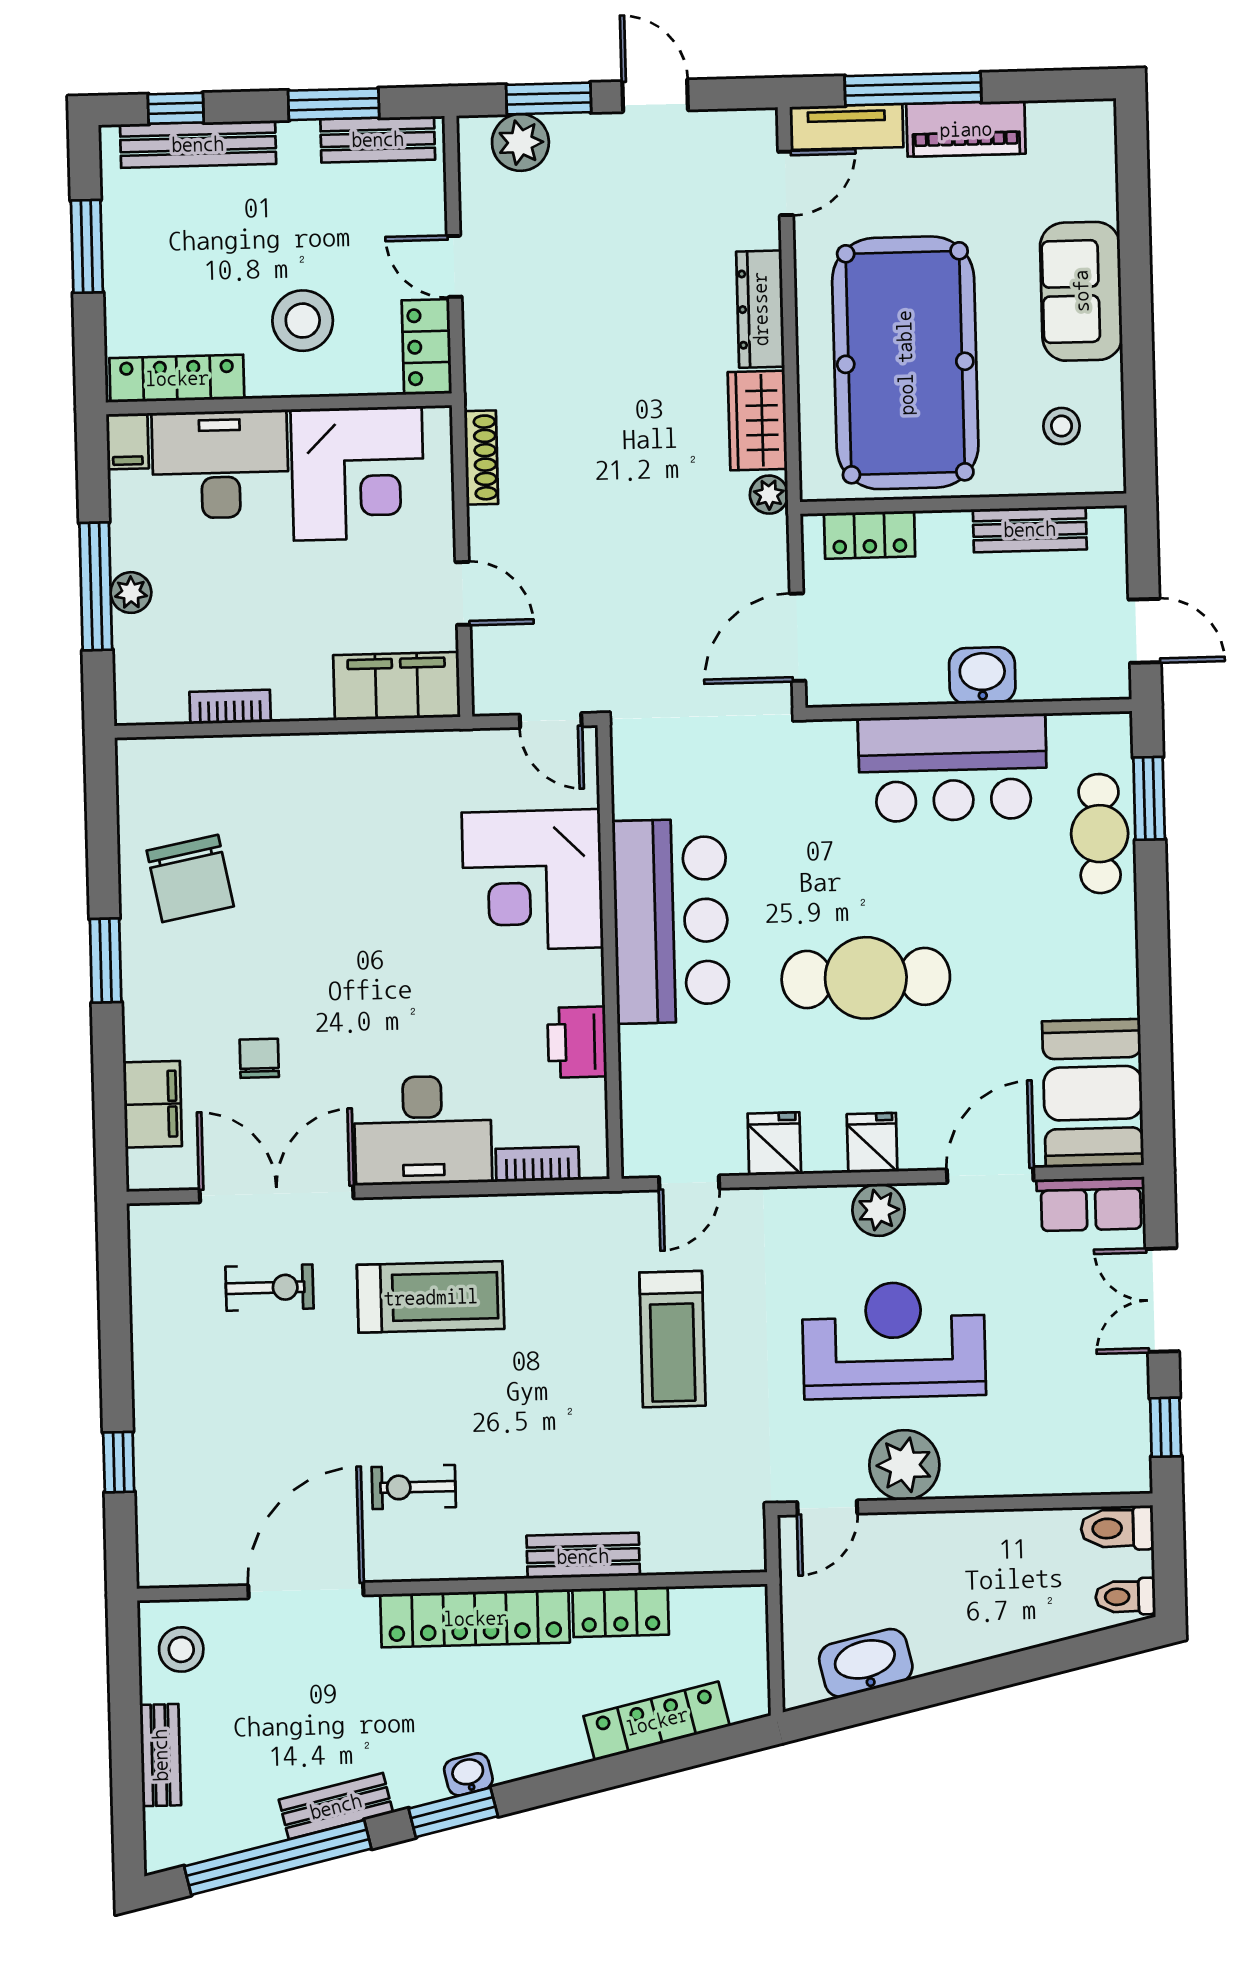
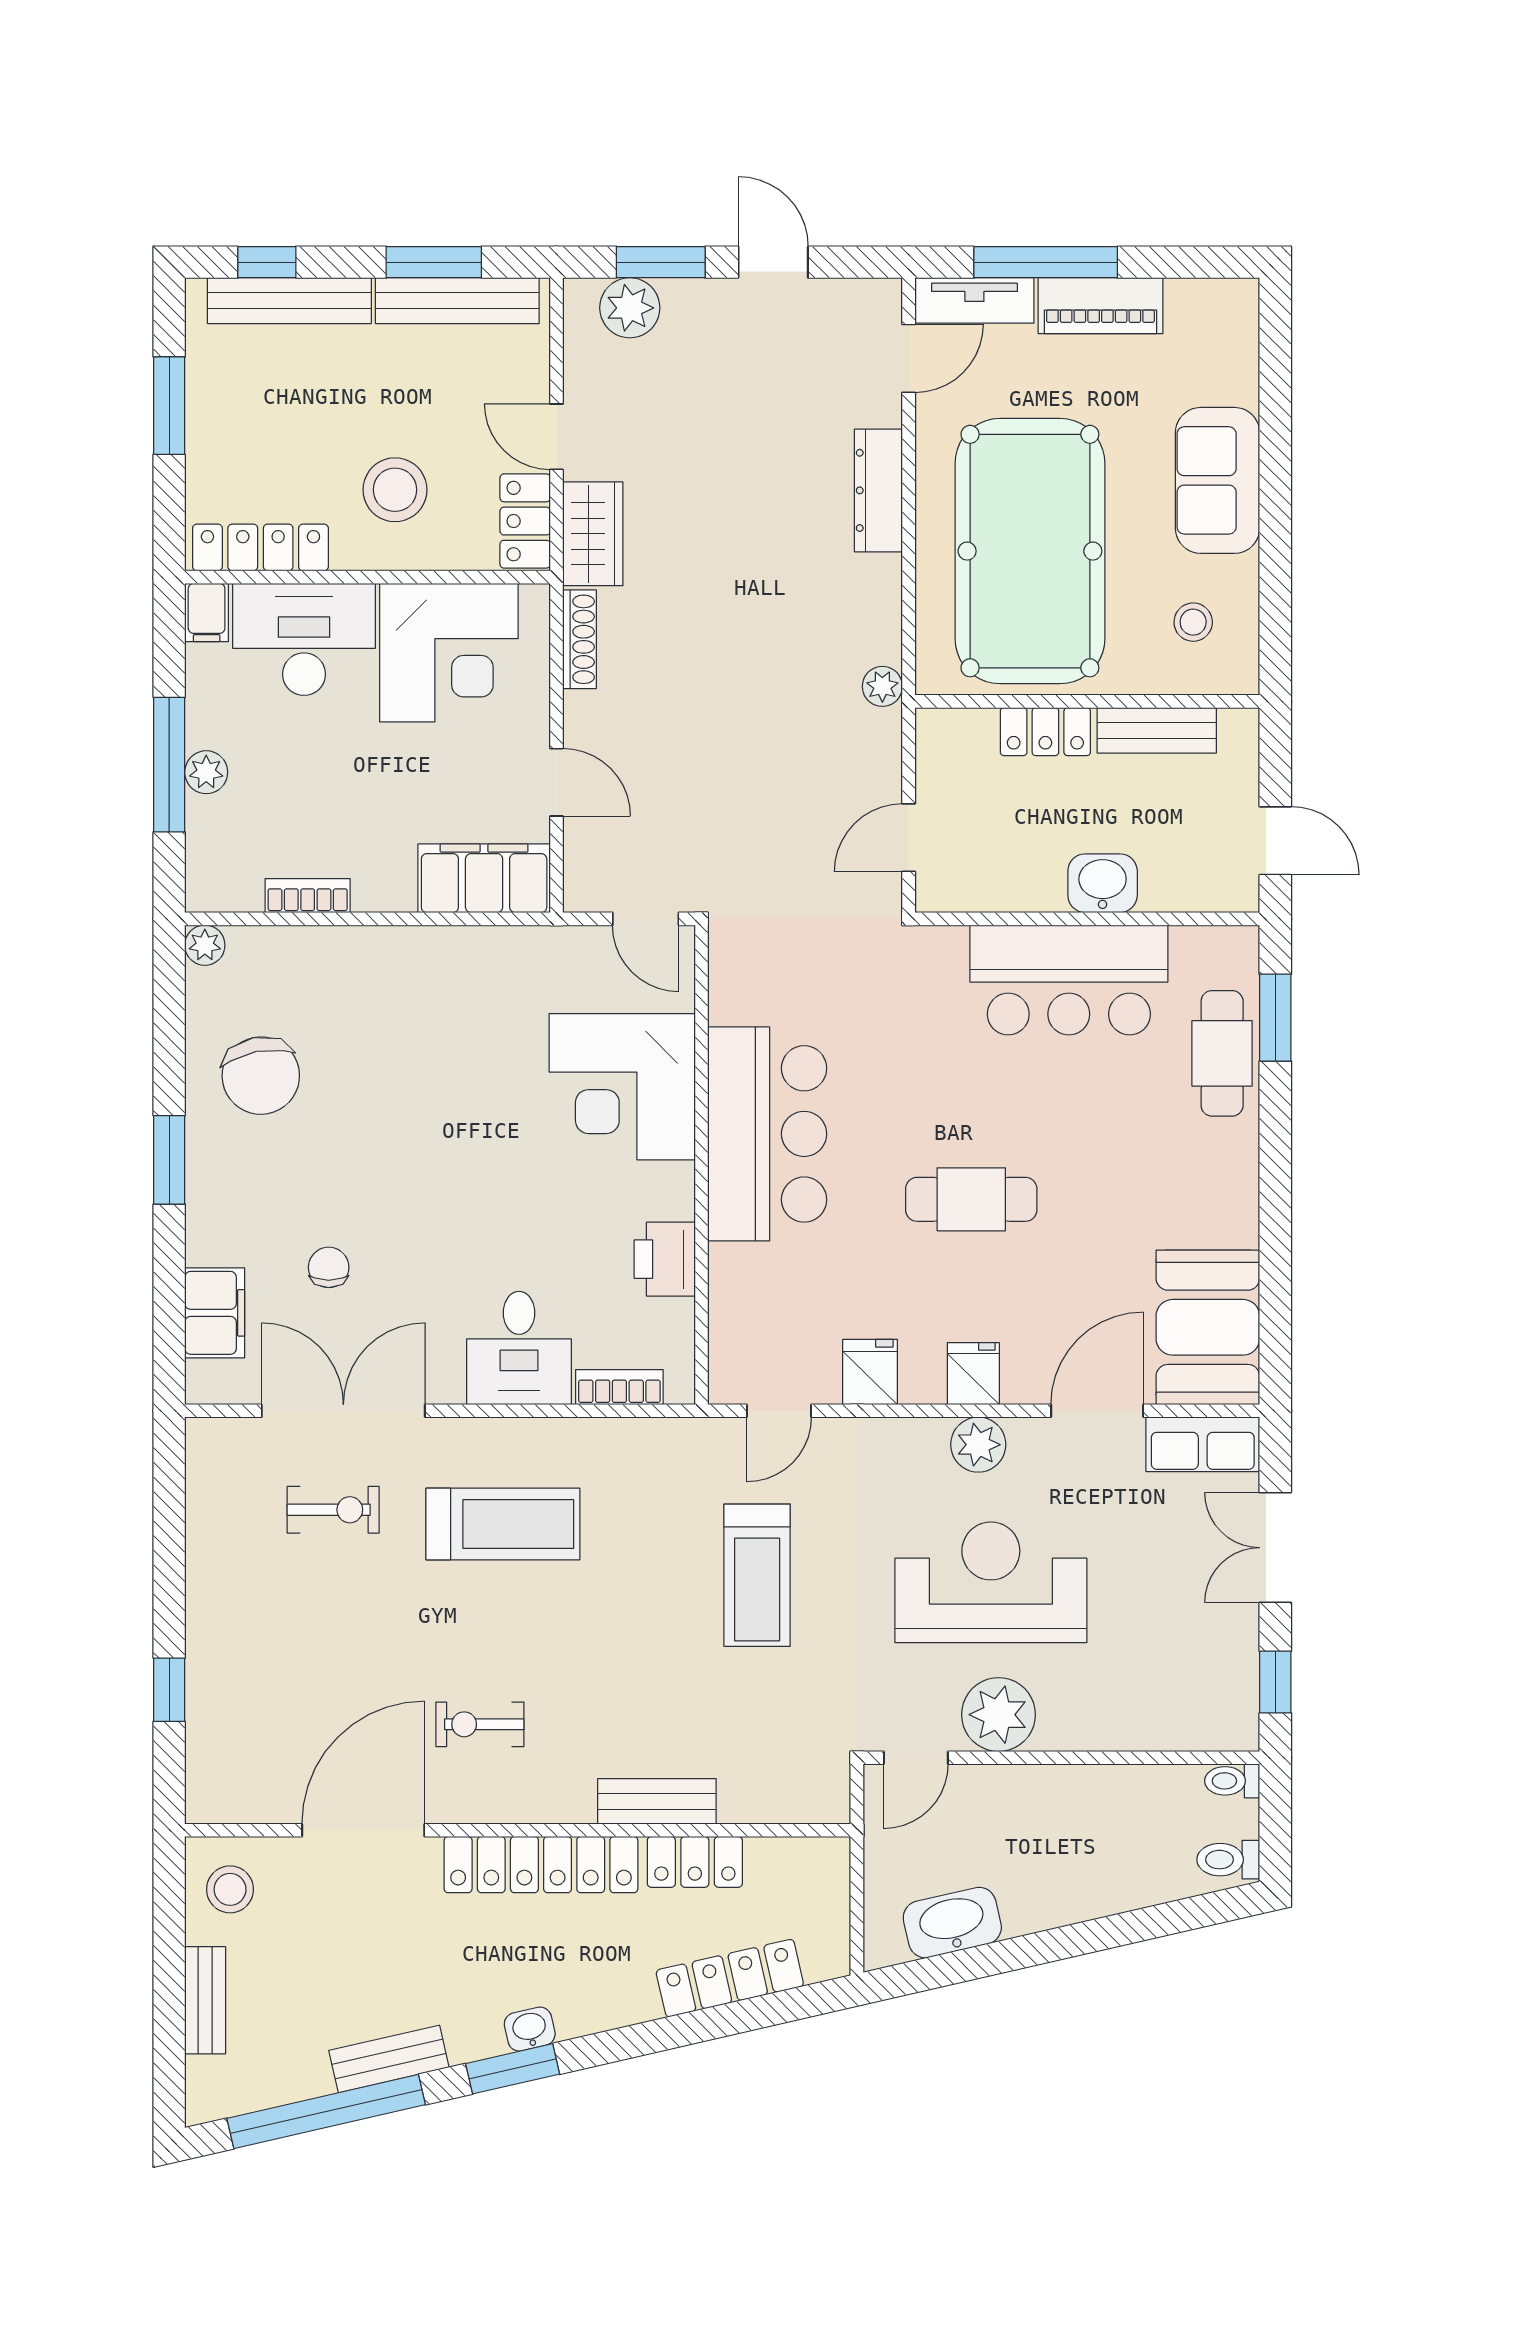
bench: (378, 139) -> (457, 301), width x1.36
wardrobe: (758, 420) -> (593, 534), moved, turned 180
locker: (870, 535) -> (1045, 732), moved
door: (798, 637) -> (909, 838), width x0.73
plant: (134, 756) -> (205, 945), added
cafe table: (866, 978) -> (971, 1199), width x0.73, depth x0.74
desk: (423, 1130) -> (519, 1348), width x0.73
toilet: (1117, 1528) -> (1232, 1781), width x0.73, depth x0.72

